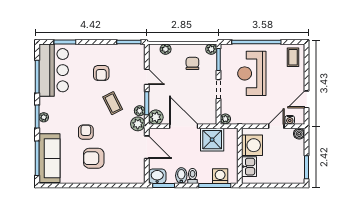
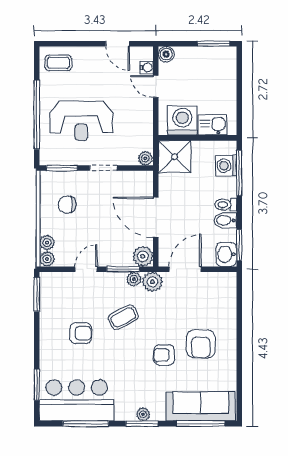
plant: (211, 49) -> (47, 259), moved
door: (184, 126) -> (156, 217), hinge flipped
shower: (212, 140) -> (175, 157), moved

